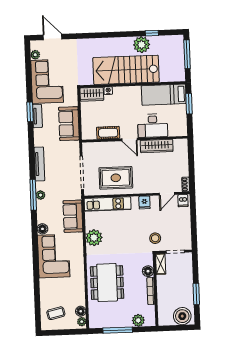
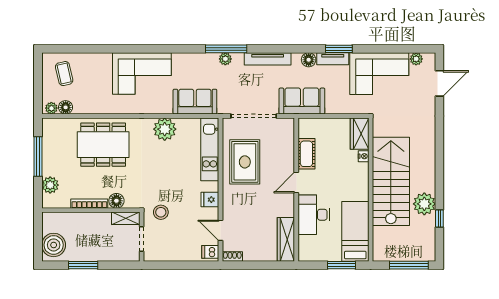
sofa: (69, 124) -> (302, 101), moved
wardrobe: (157, 146) -> (286, 239), moved
floor lamp: (42, 229) -> (309, 60), moved

